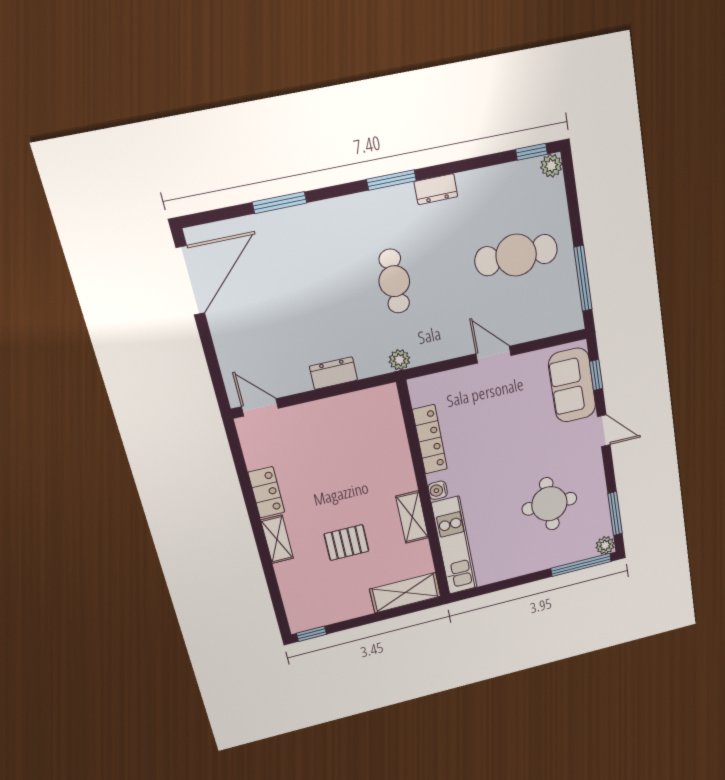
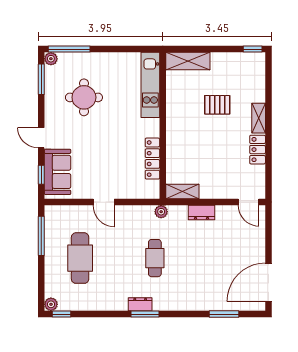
dresser: (436, 189) -> (140, 304), moved
window: (280, 203) -> (224, 314), moved
cafe table: (516, 255) -> (80, 258), turned 90
water cooler: (438, 490) -> (154, 125), removed
shelving: (412, 517) -> (182, 192), moved, turned 90

